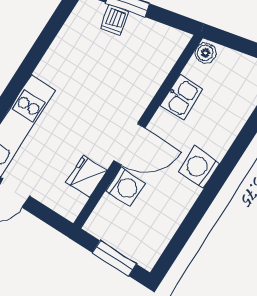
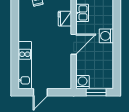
fridge: (86, 177) -> (65, 19), moved
washing machine: (125, 187) -> (83, 82), moved, turned -90

